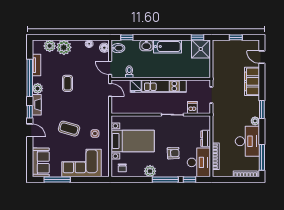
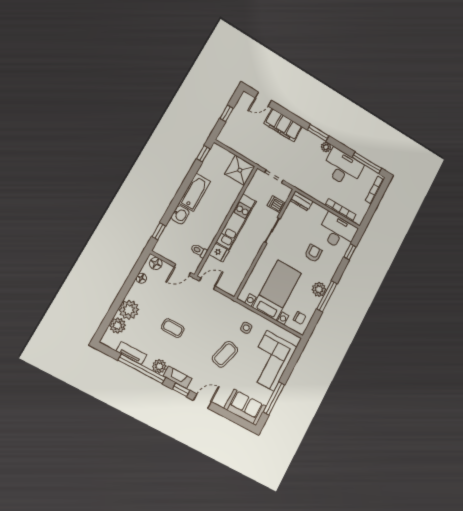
bidet: (118, 48) -> (165, 248), removed
shower: (201, 49) -> (240, 170), moved
dresser: (206, 139) -> (301, 201), moved
window: (165, 180) -> (327, 296), moved

